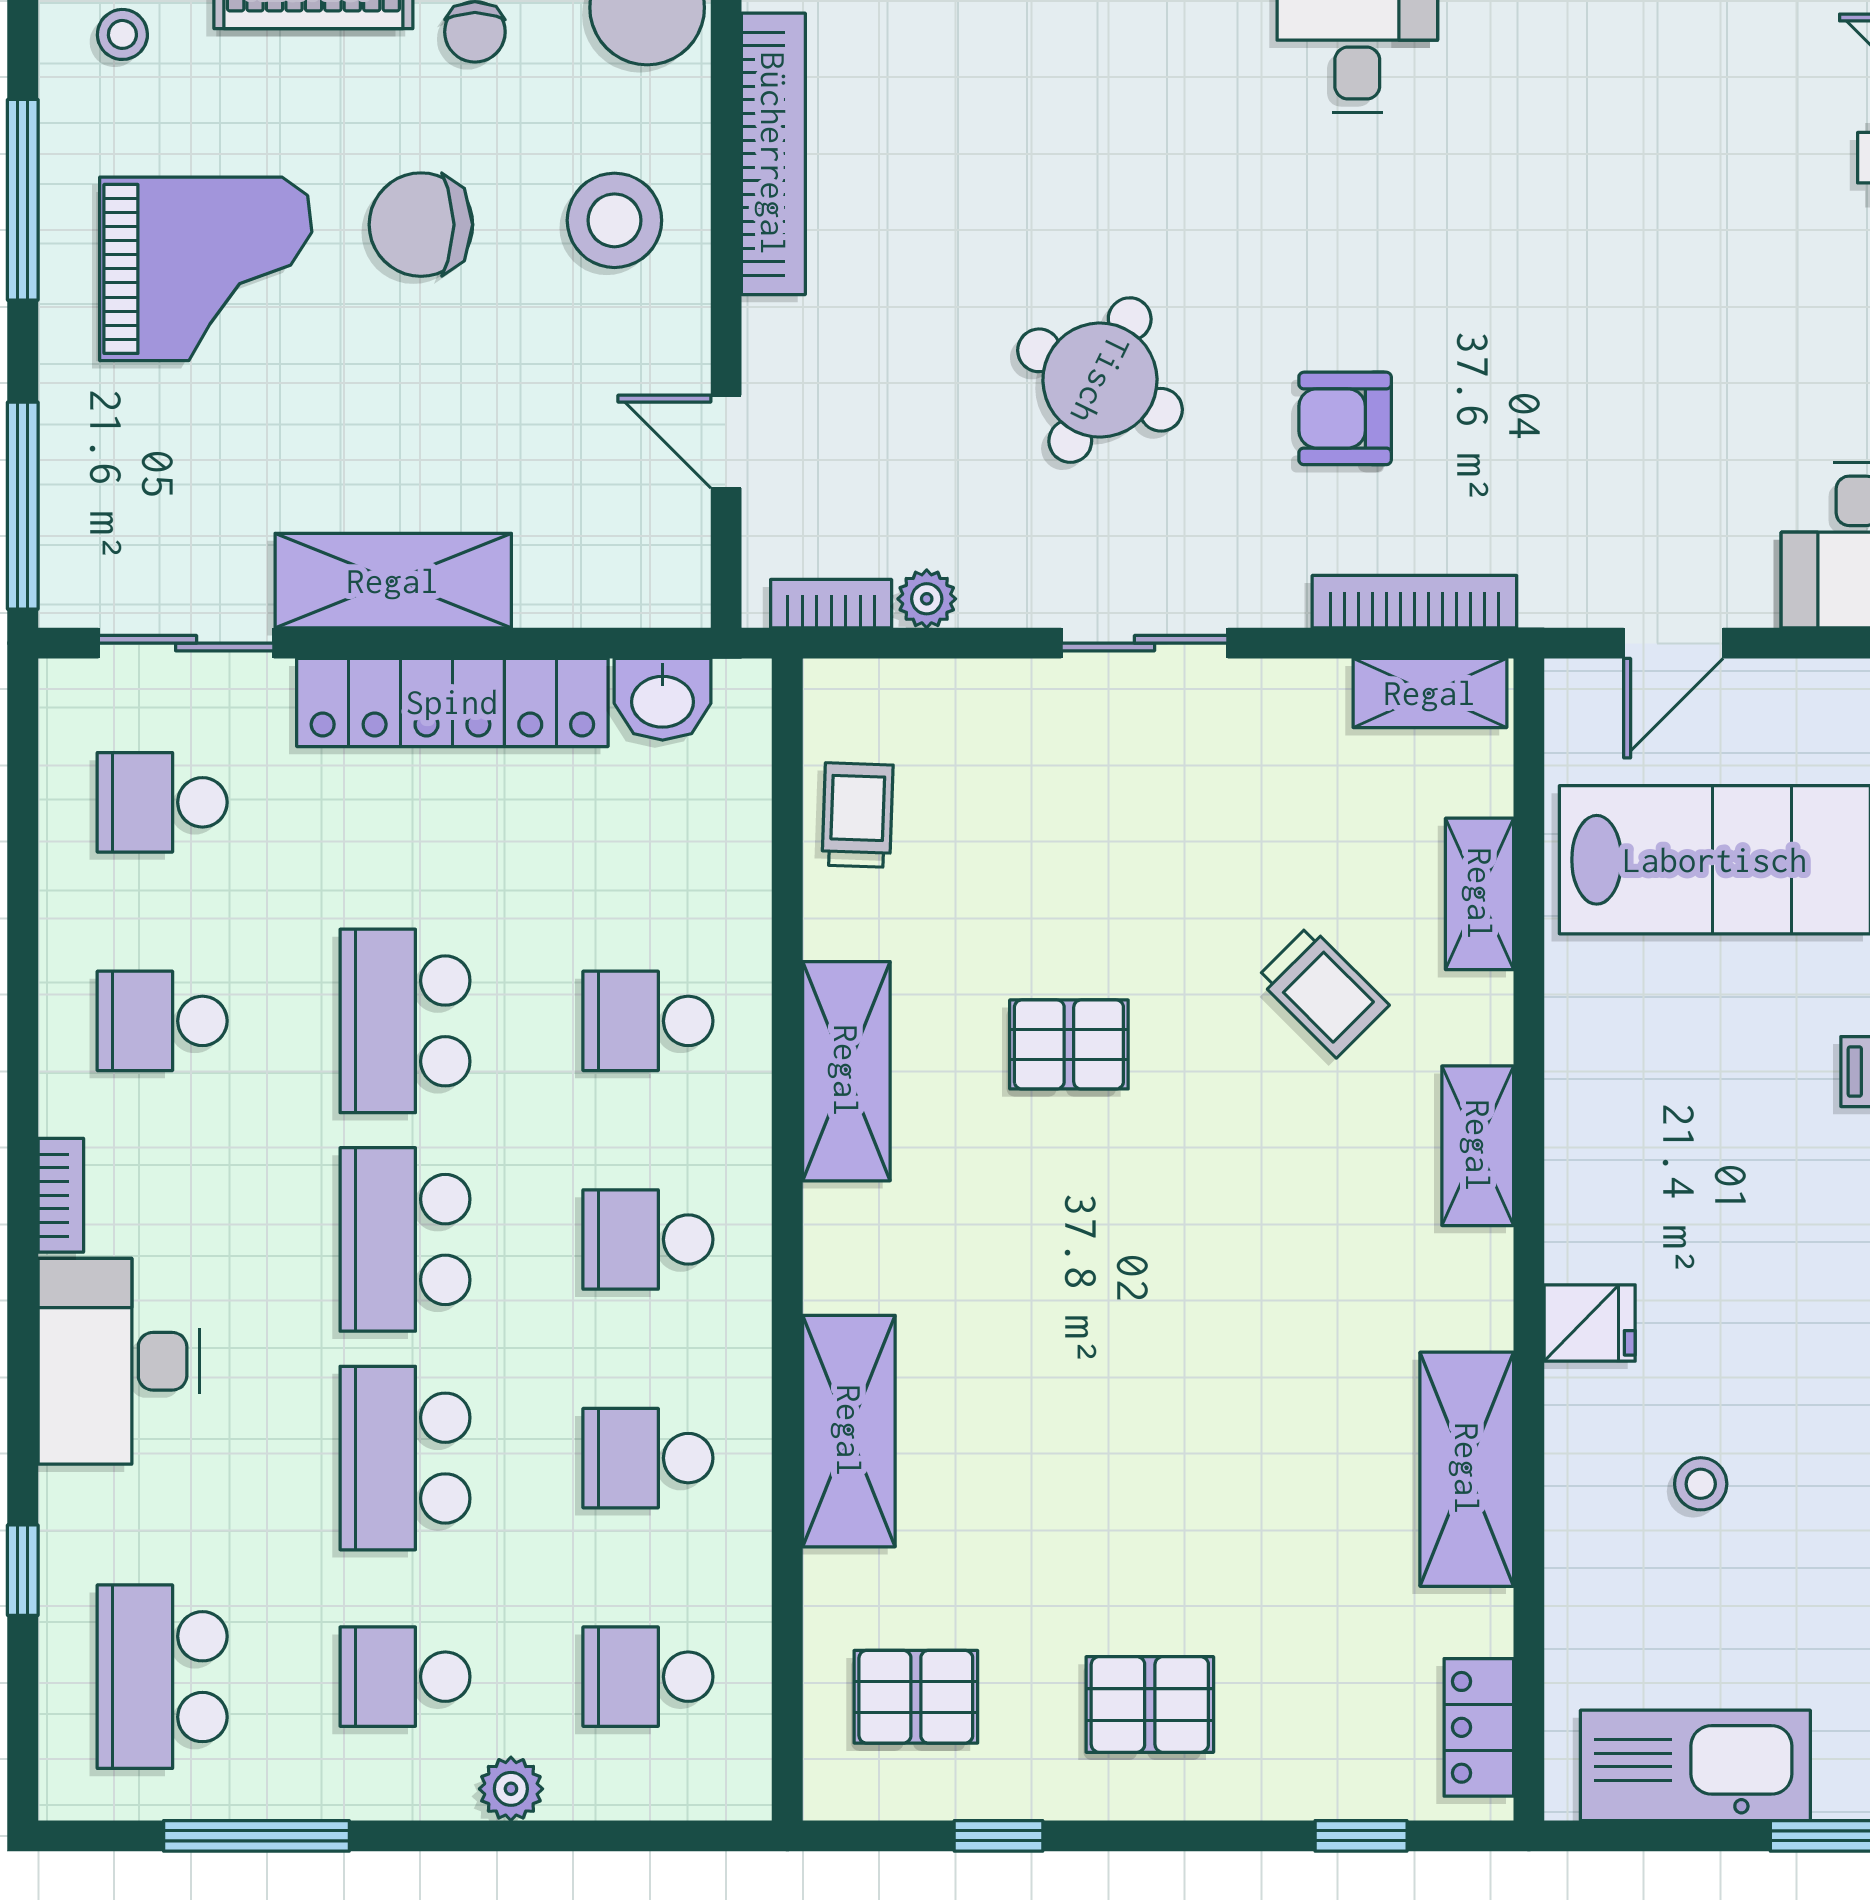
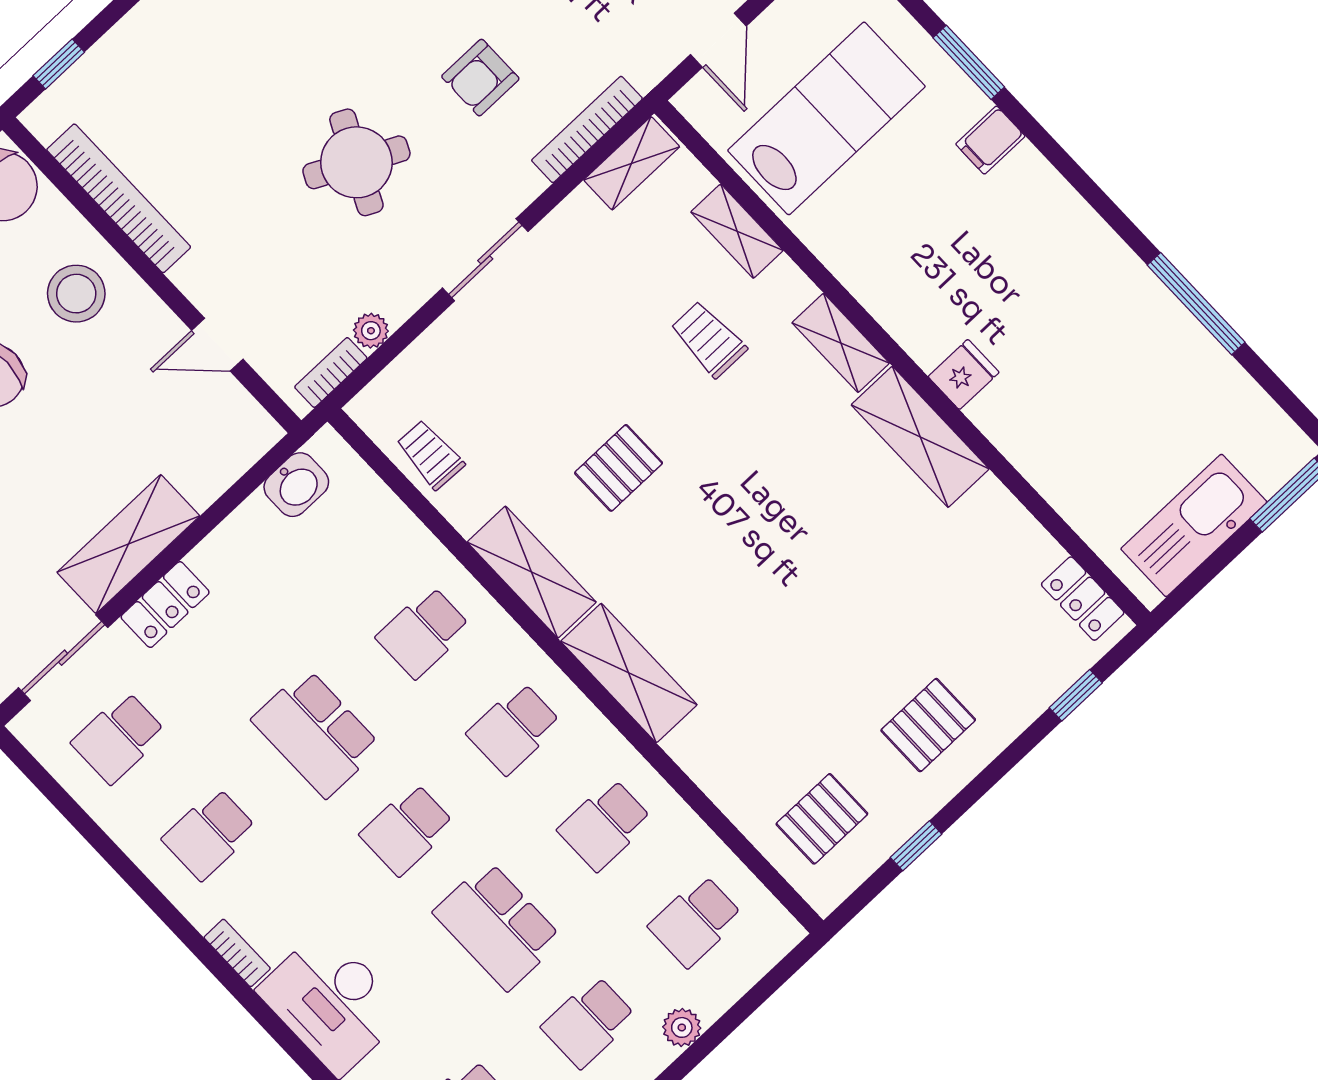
locker: (452, 702) -> (165, 605), width x0.46, depth x0.83
trolley: (1323, 992) -> (708, 339), turned -135
school desk: (405, 1239) -> (407, 829), width x0.54
shelving: (849, 1431) -> (629, 673), moved
shelving: (1467, 1469) -> (920, 437), moved
stool: (1701, 1484) -> (1079, 399), removed

